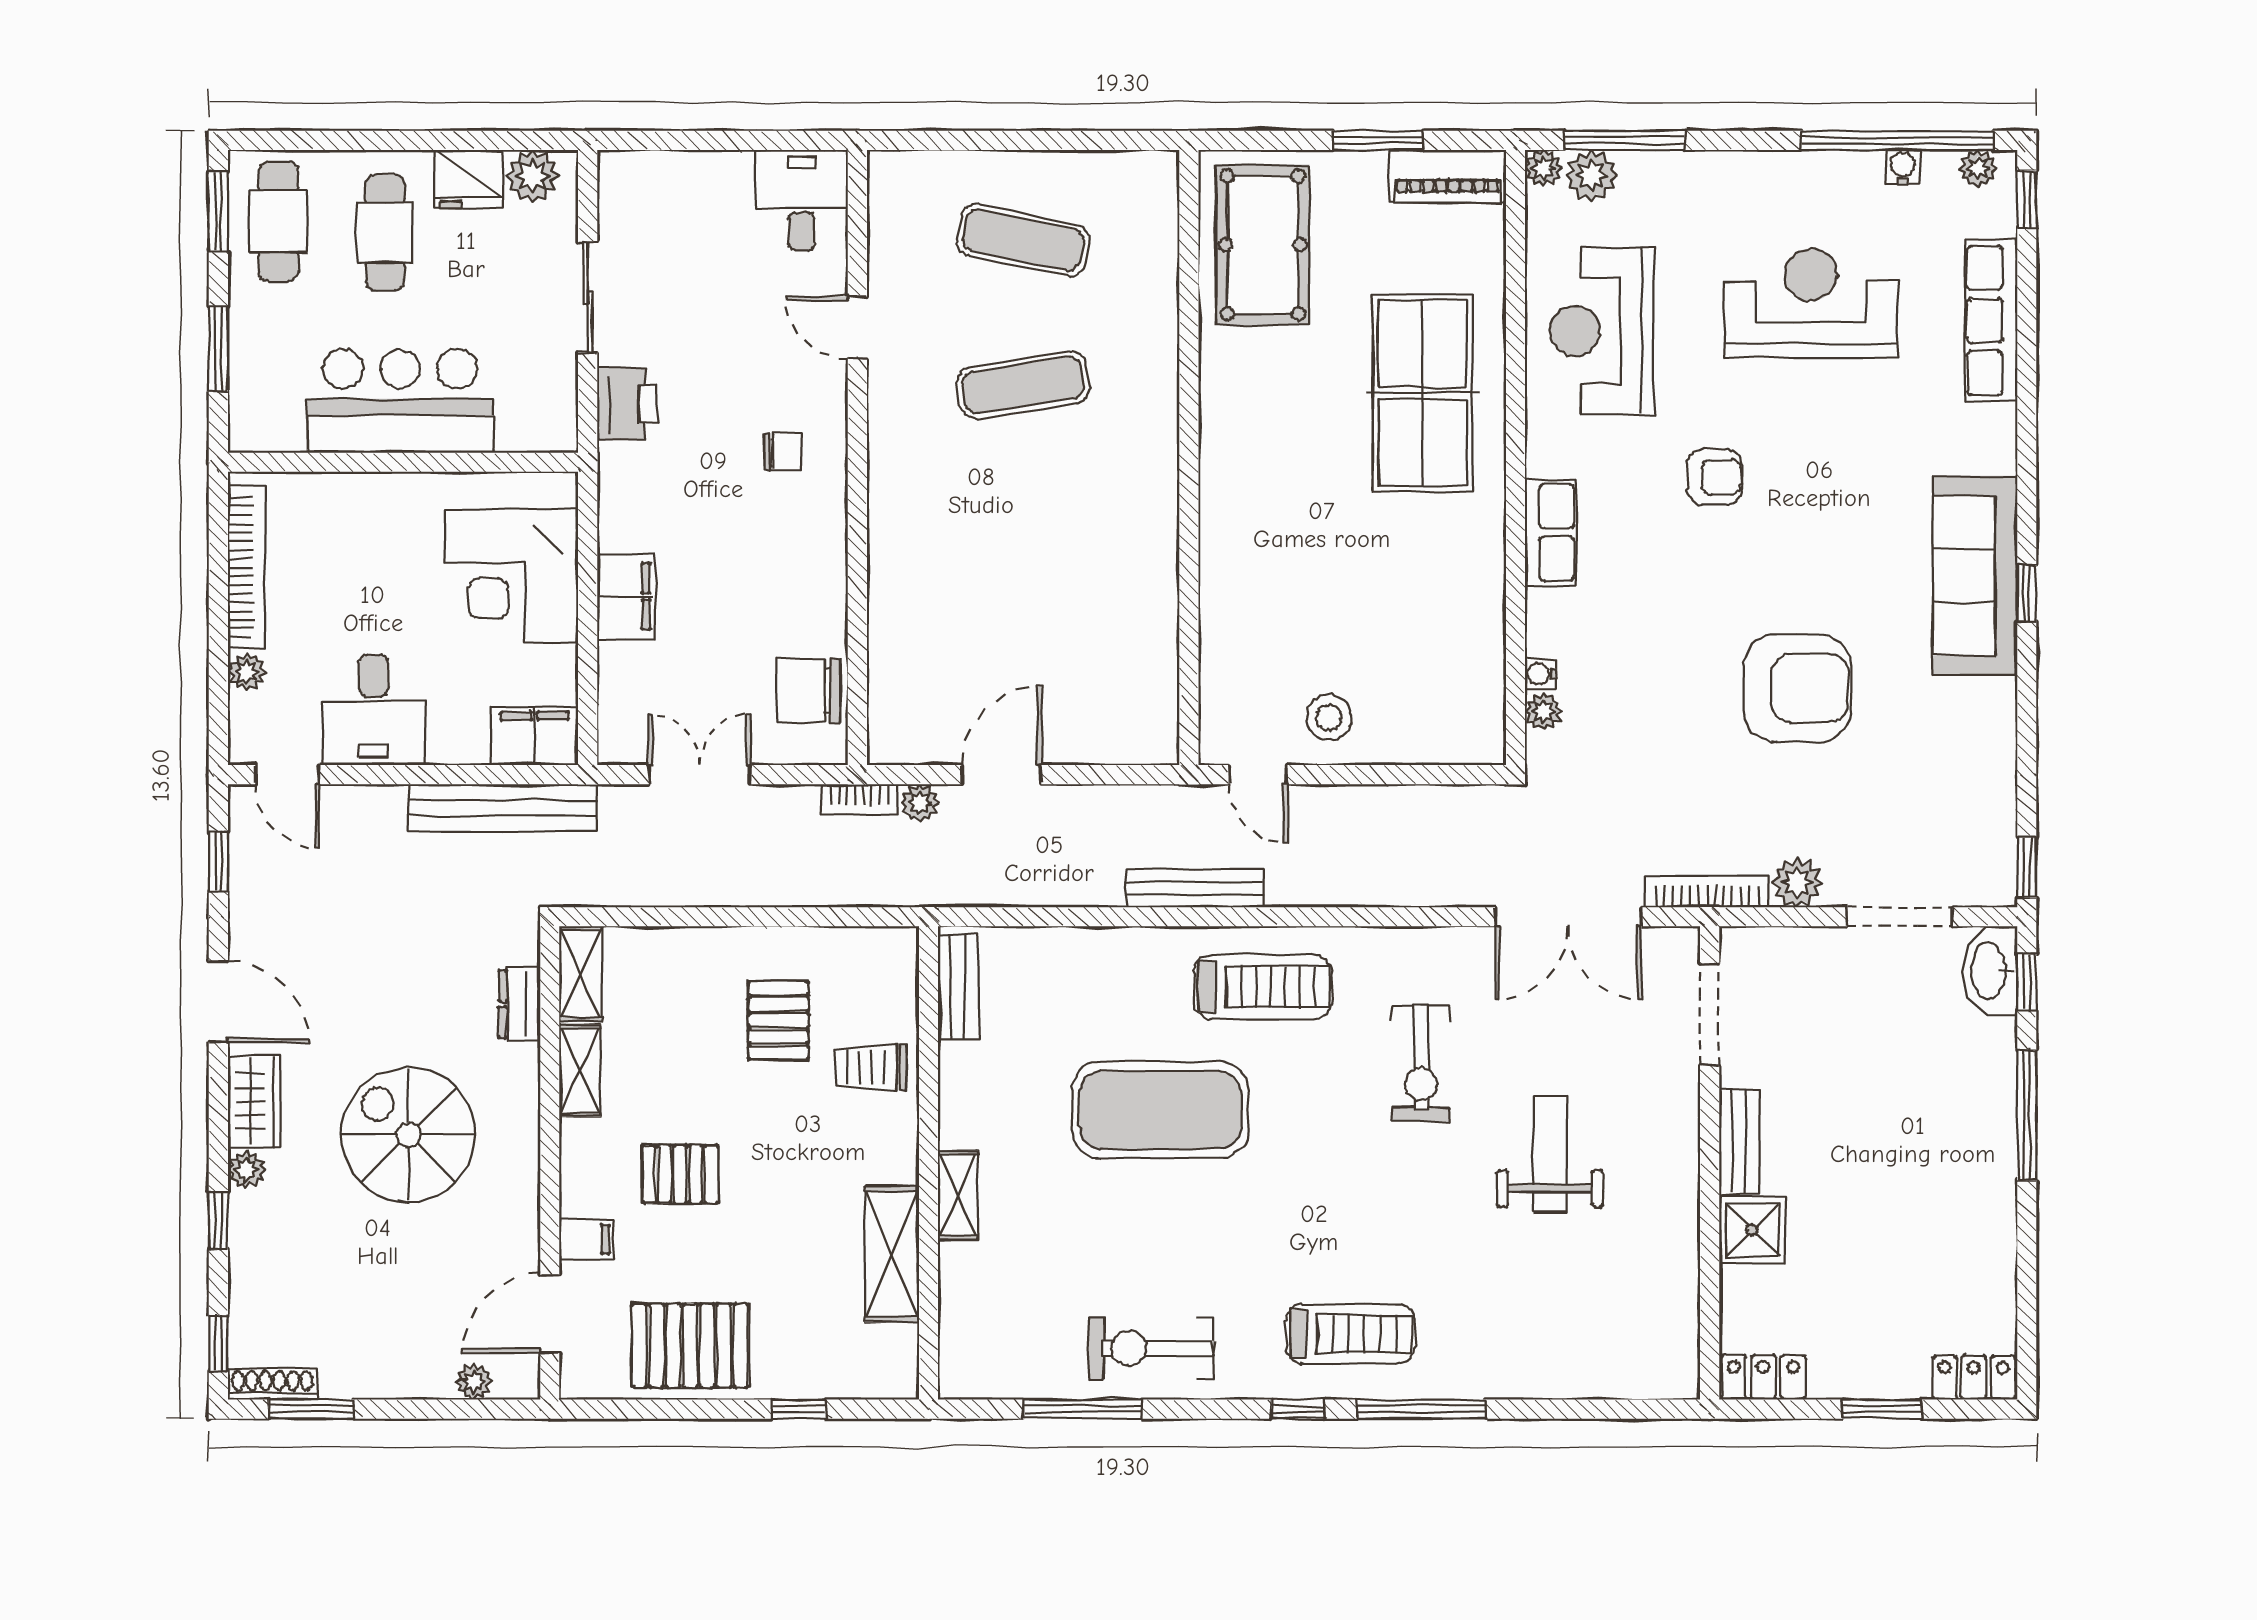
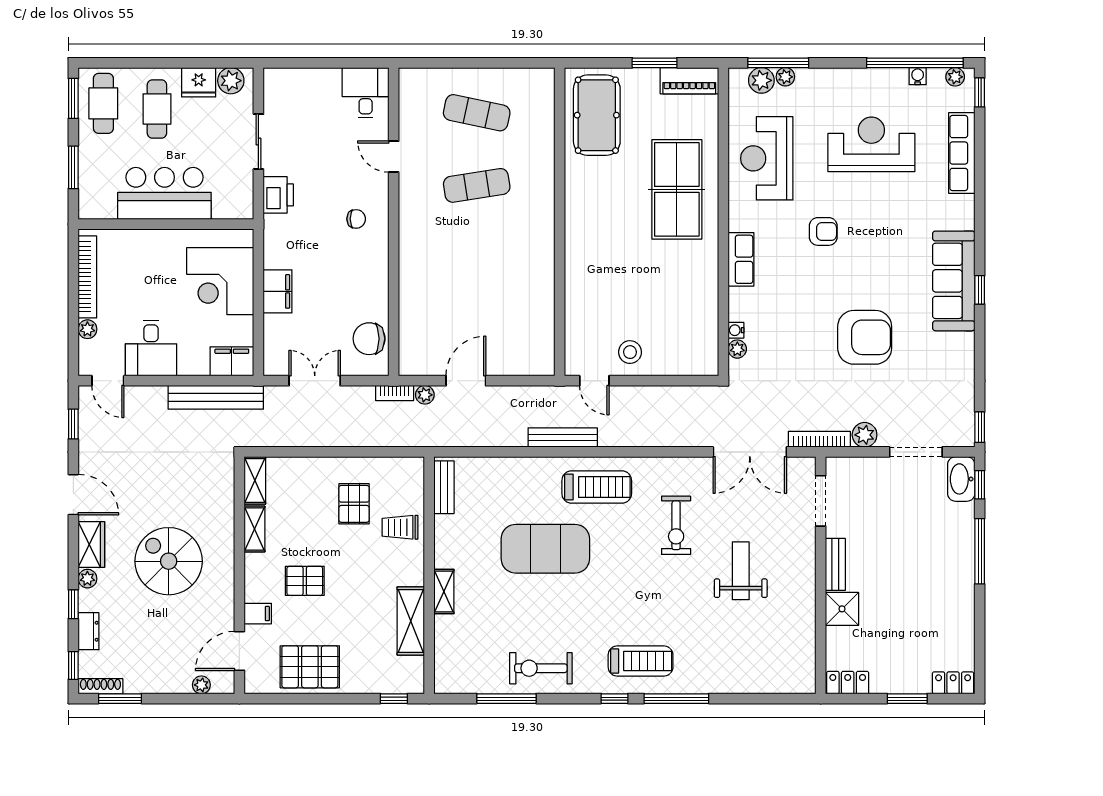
plant: (1543, 168) -> (785, 77), moved
dresser: (520, 1004) -> (89, 631), moved, turned 180
window: (799, 1409) -> (394, 699), moved

